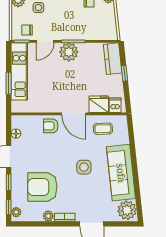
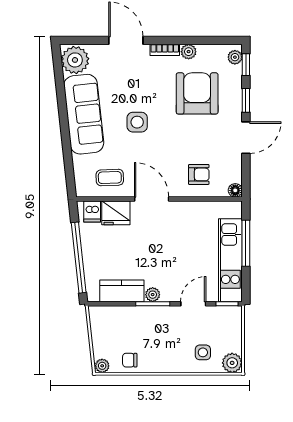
chair: (27, 30) -> (219, 320), removed
plant: (69, 52) -> (153, 295), width x0.53, depth x0.53
kitchen counter: (113, 59) -> (122, 291), moved, turned -84
window: (124, 73) -> (79, 258), width x3.17
window: (9, 83) -> (246, 243), width x1.44
armchair: (51, 126) -> (199, 174), moved
floor lamp: (16, 134) -> (235, 190), moved
armchair: (42, 187) -> (197, 93), turned -90

